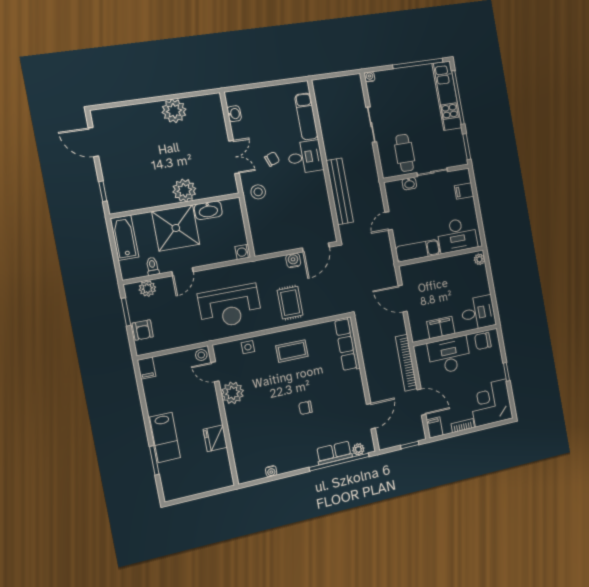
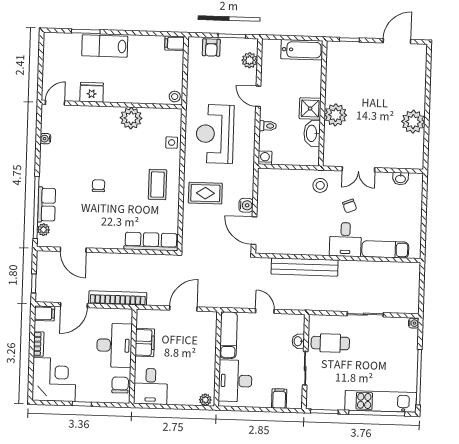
shower: (176, 228) -> (310, 108), width x0.54, depth x0.54
toilet: (152, 266) -> (268, 126), moved
armchair: (143, 330) -> (211, 48), turned -90
door: (215, 372) -> (55, 103), moved

